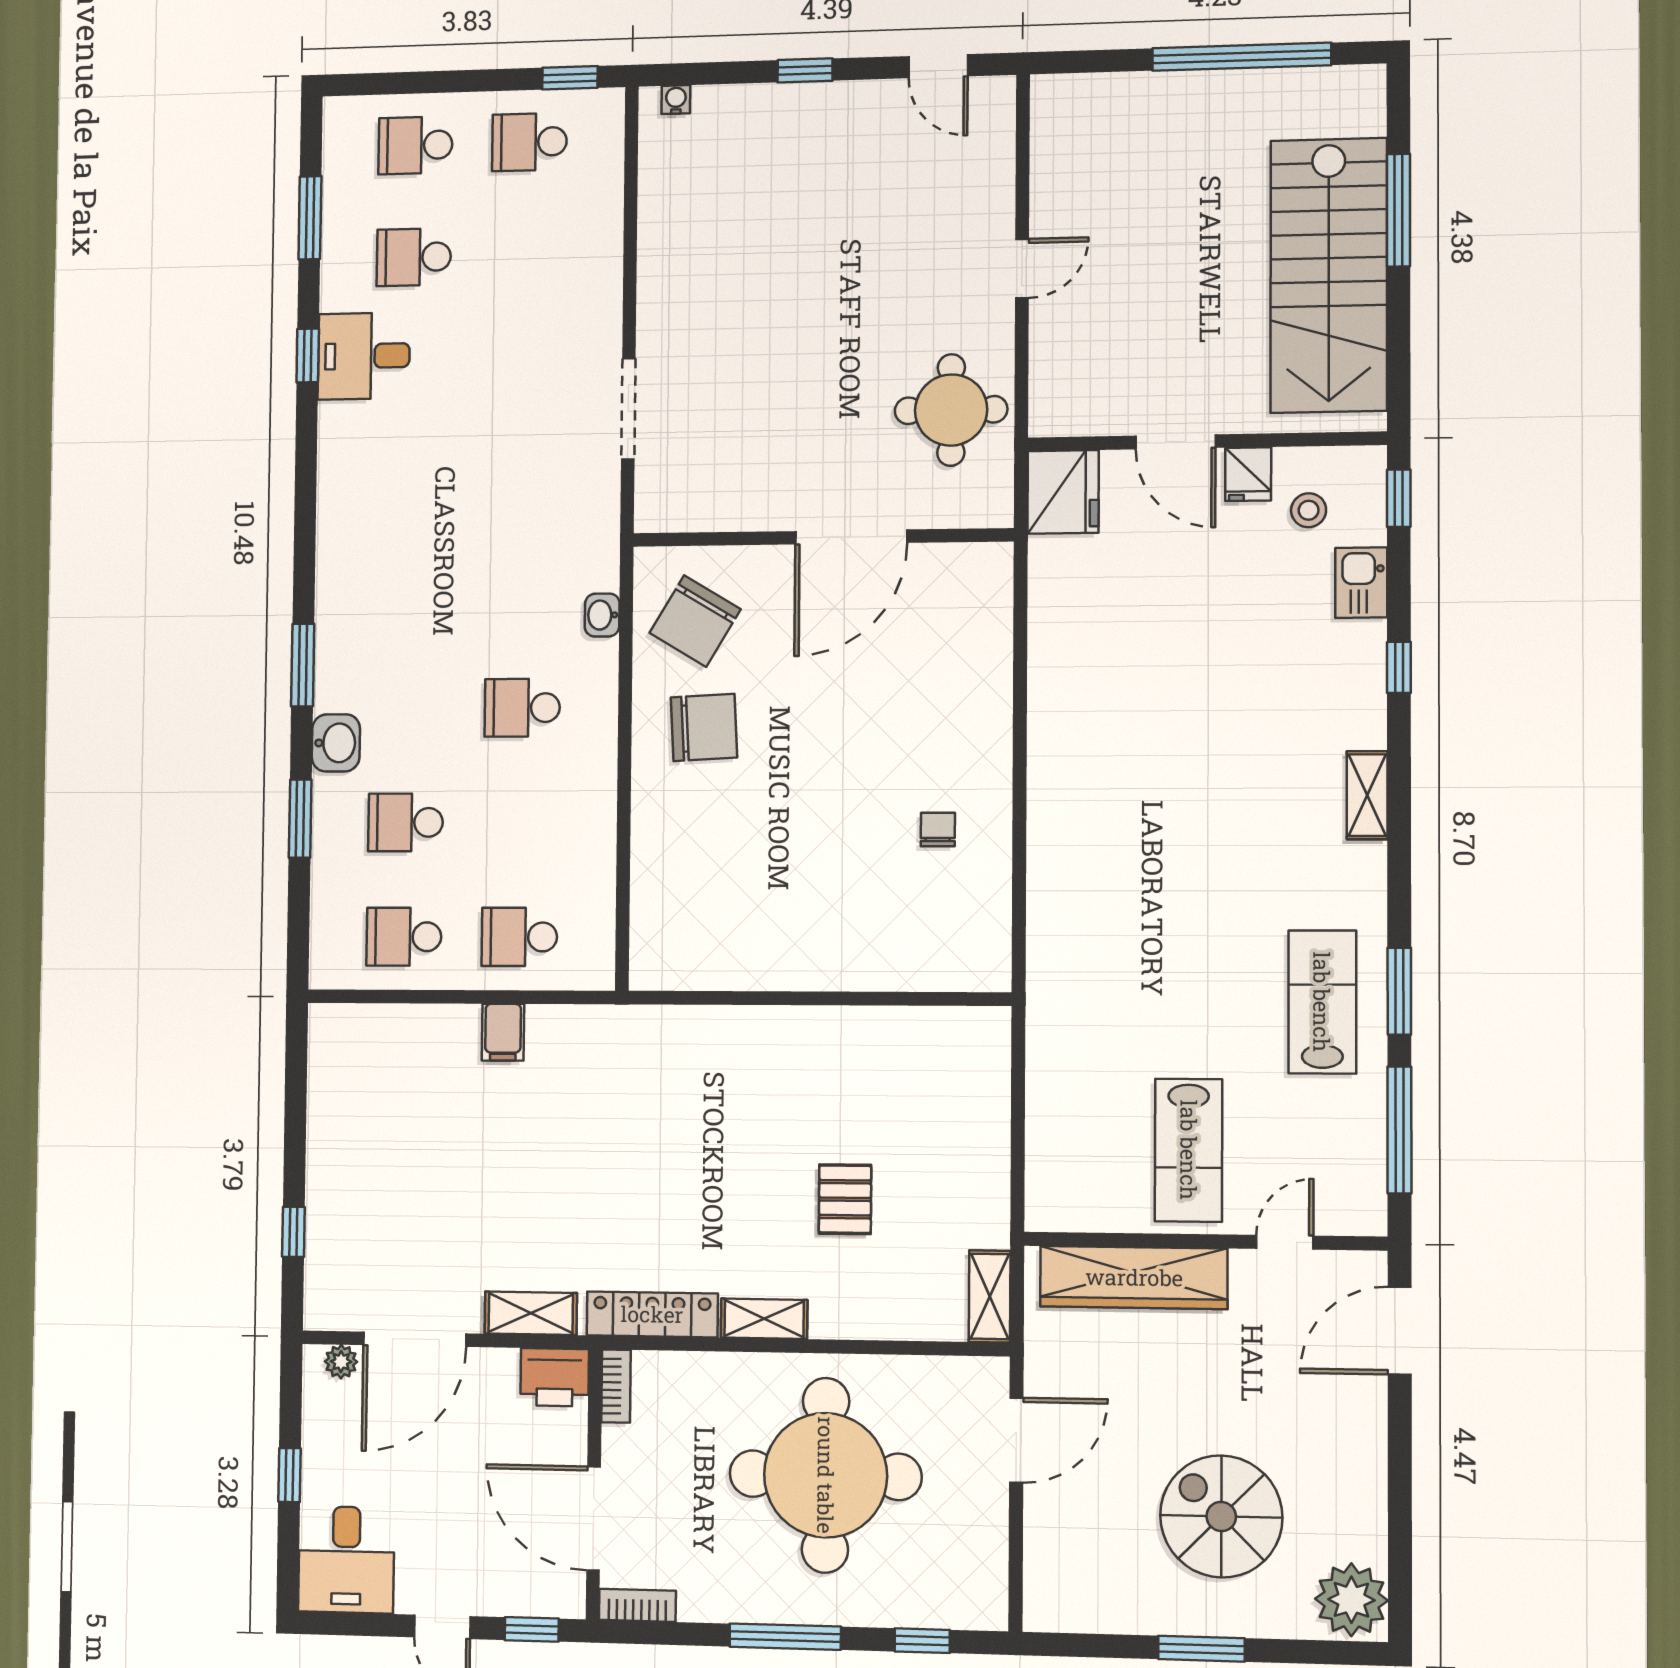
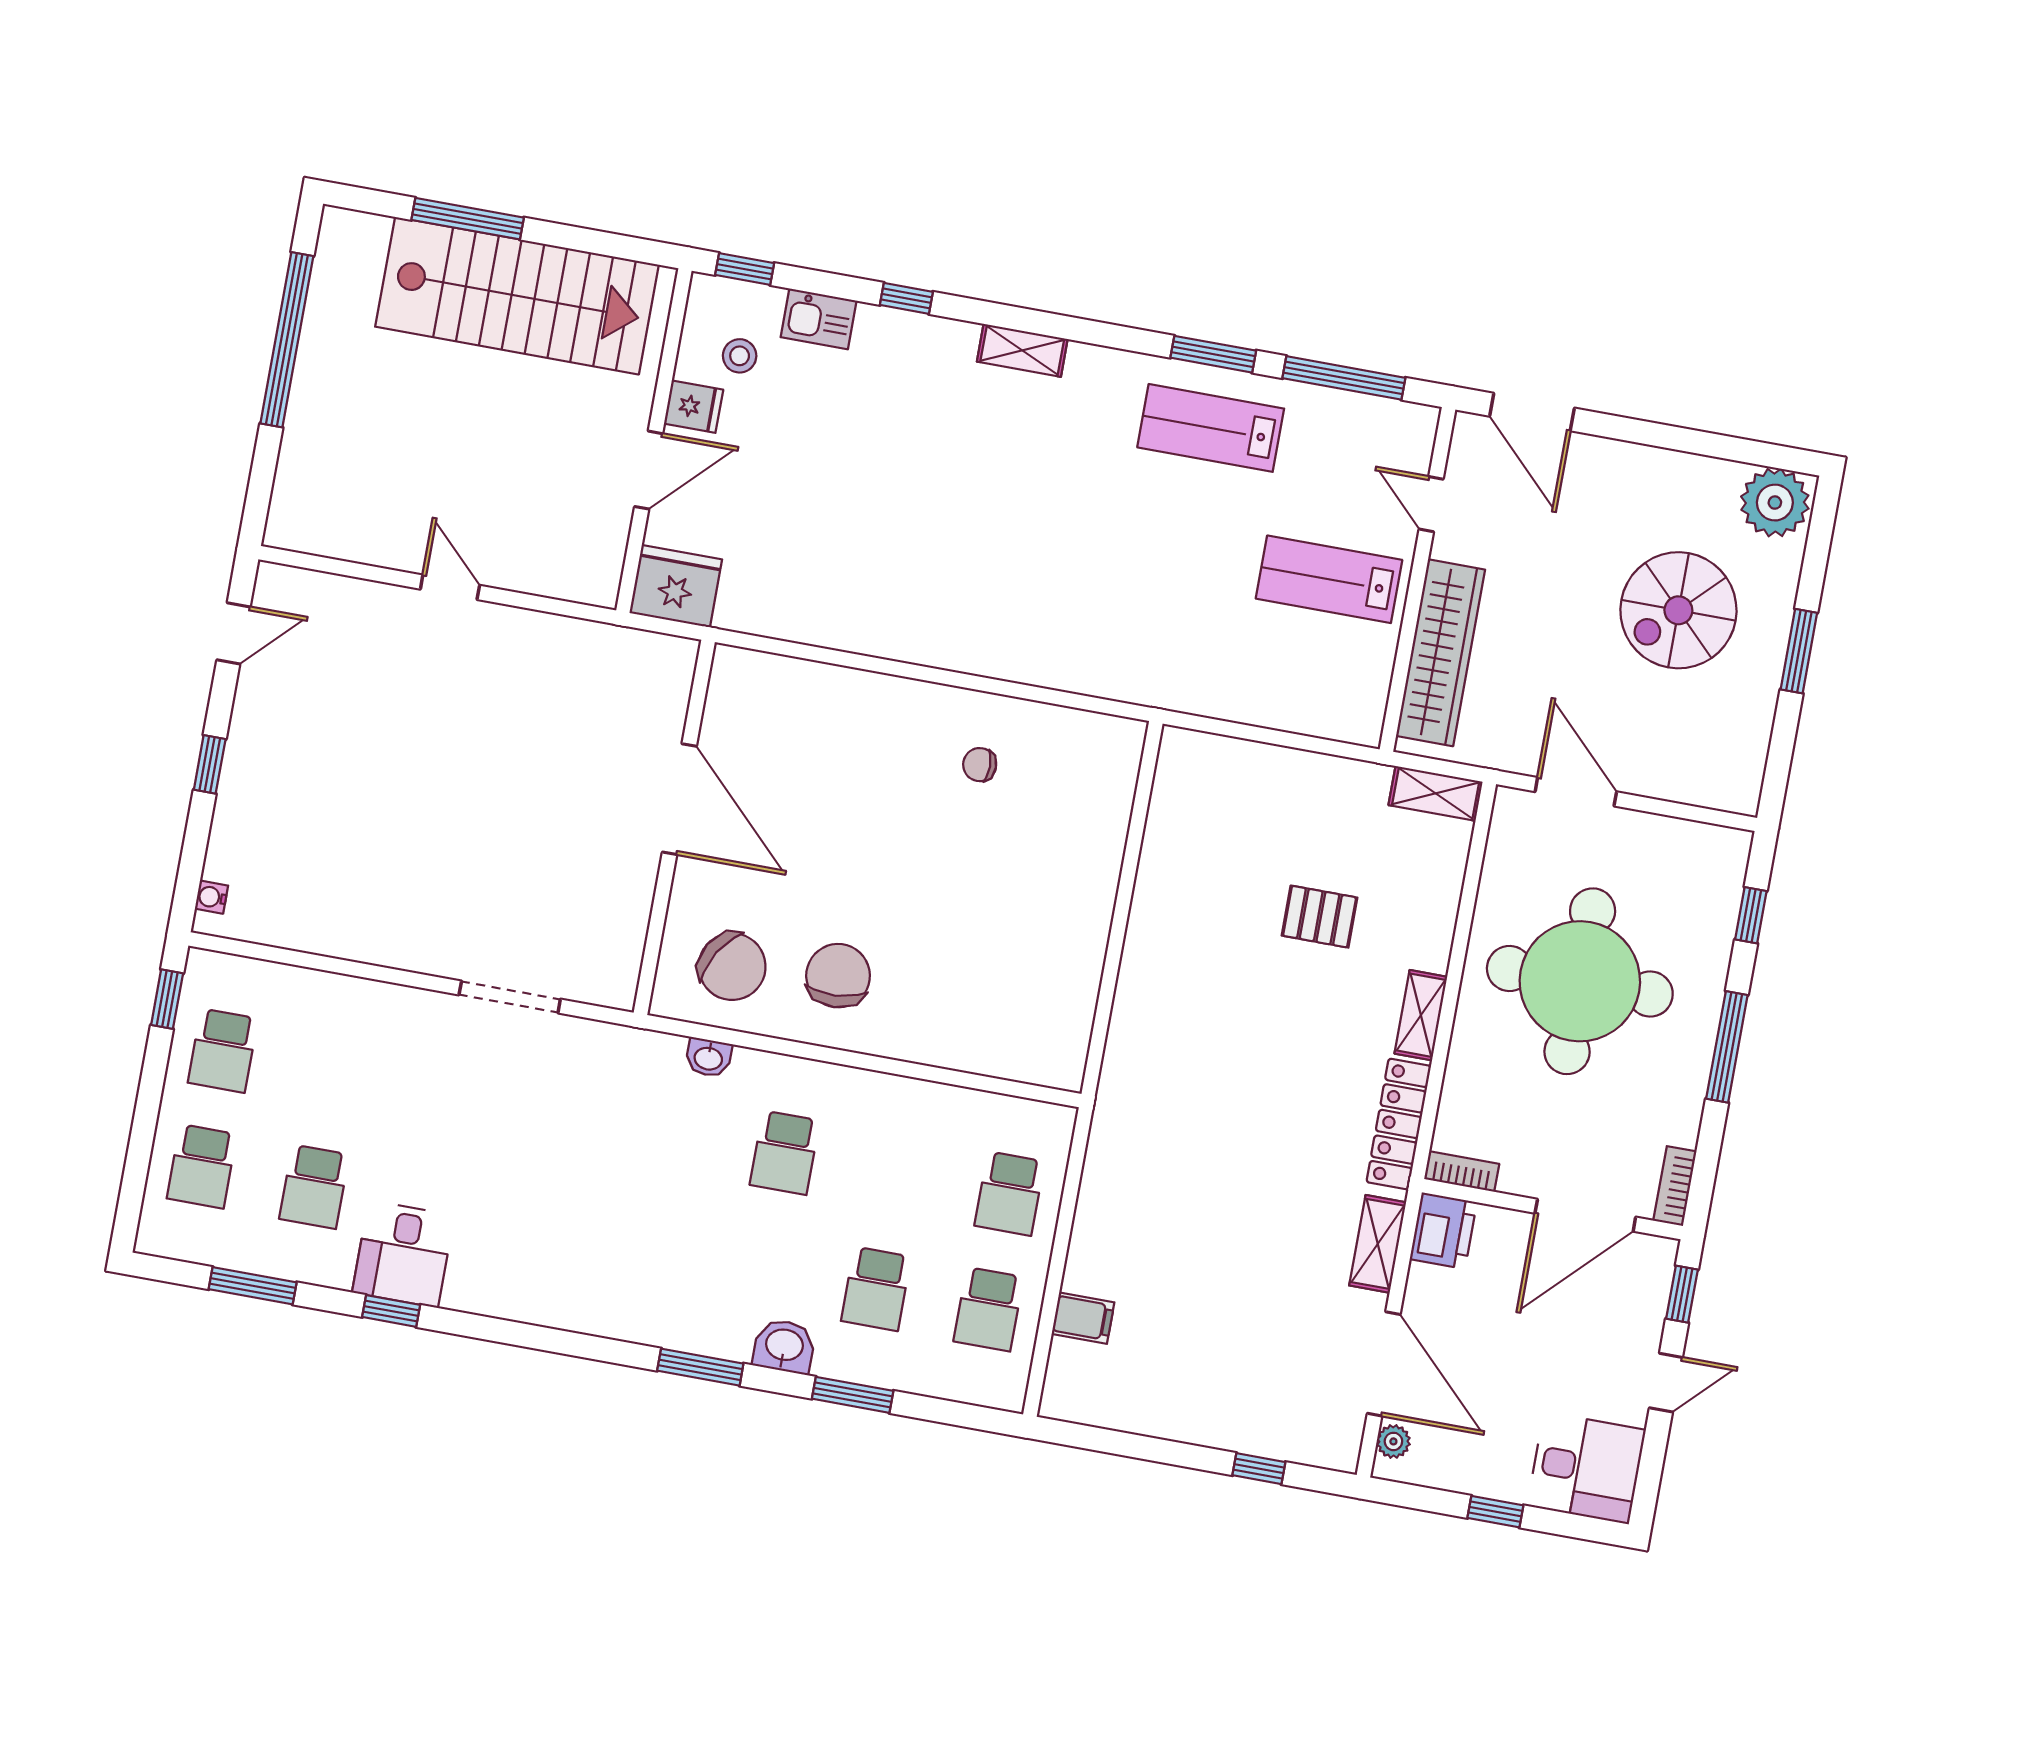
round table: (951, 410) -> (574, 680), removed
filing cabinet: (503, 1032) -> (1083, 1318), moved
lab bench: (1189, 1150) -> (1329, 579), turned 180

